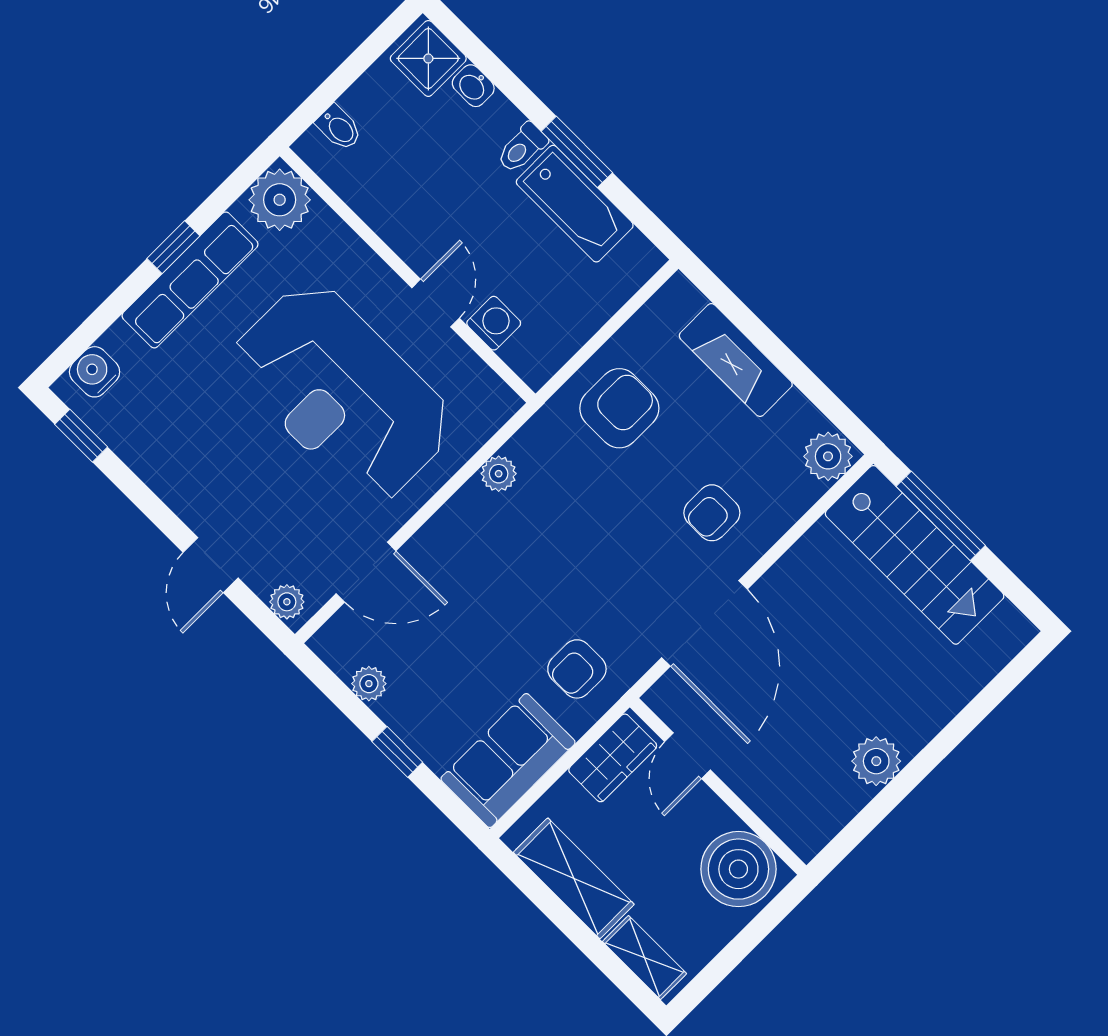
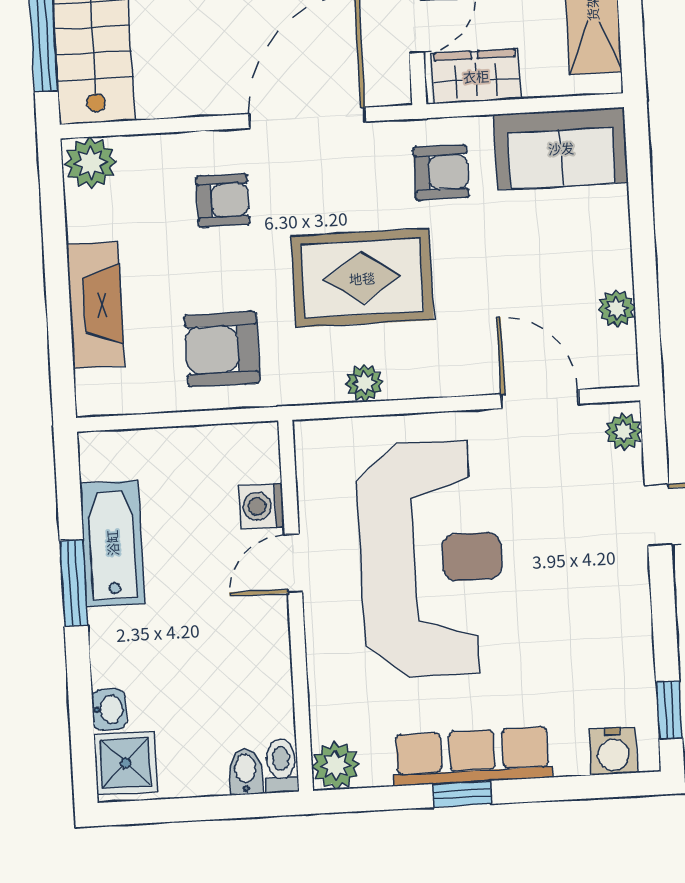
toilet: (522, 148) -> (281, 766), moved, turned -90
plant: (280, 200) -> (336, 765), width x0.73, depth x0.73
rug: (566, 546) -> (362, 278), added
window: (397, 752) -> (643, 234), removed

